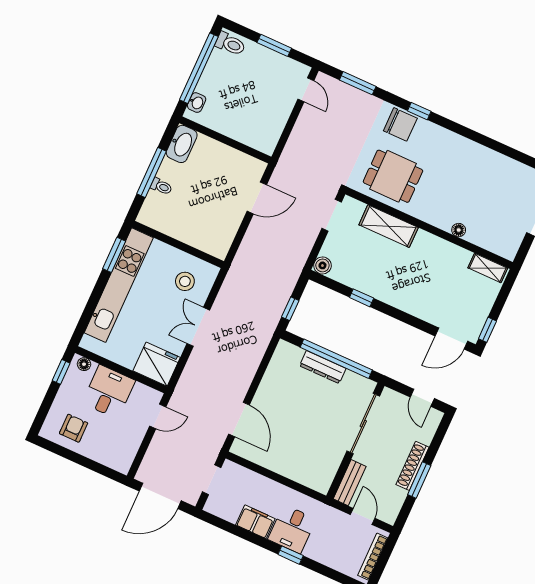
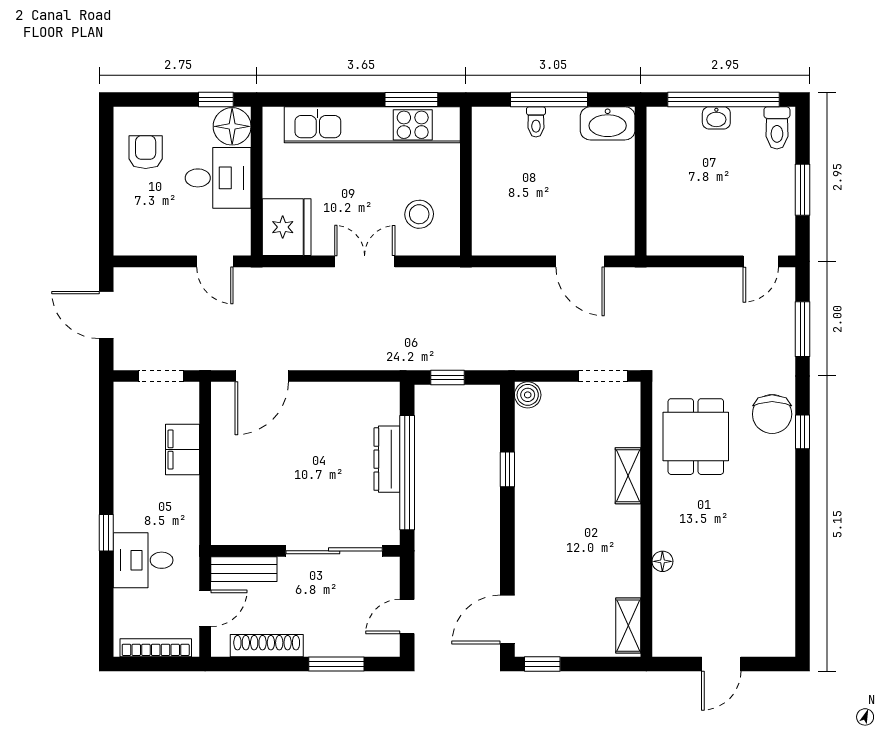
washbasin: (197, 103) -> (716, 118), moved
shelving: (389, 226) -> (628, 476), width x0.67, depth x0.75
door: (451, 339) -> (507, 619), hinge flipped
floor lamp: (84, 364) -> (232, 126), width x1.89, depth x1.89
armchair: (74, 428) -> (146, 152), turned -90
shoe rack: (412, 466) -> (267, 646), moved
window: (419, 480) -> (336, 664), moved
door: (160, 496) -> (106, 315), width x0.73
filing cabinet: (255, 522) -> (182, 450), moved, turned 180
desk: (292, 529) -> (143, 560), moved

